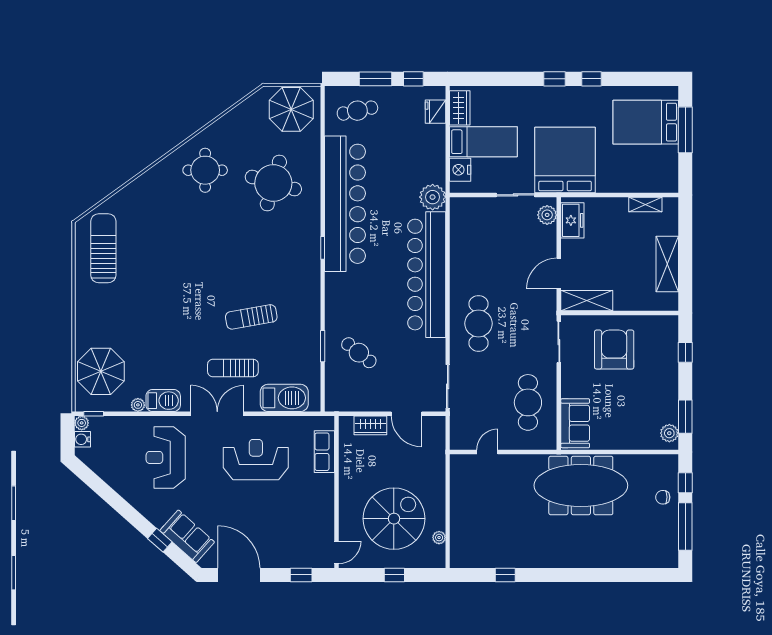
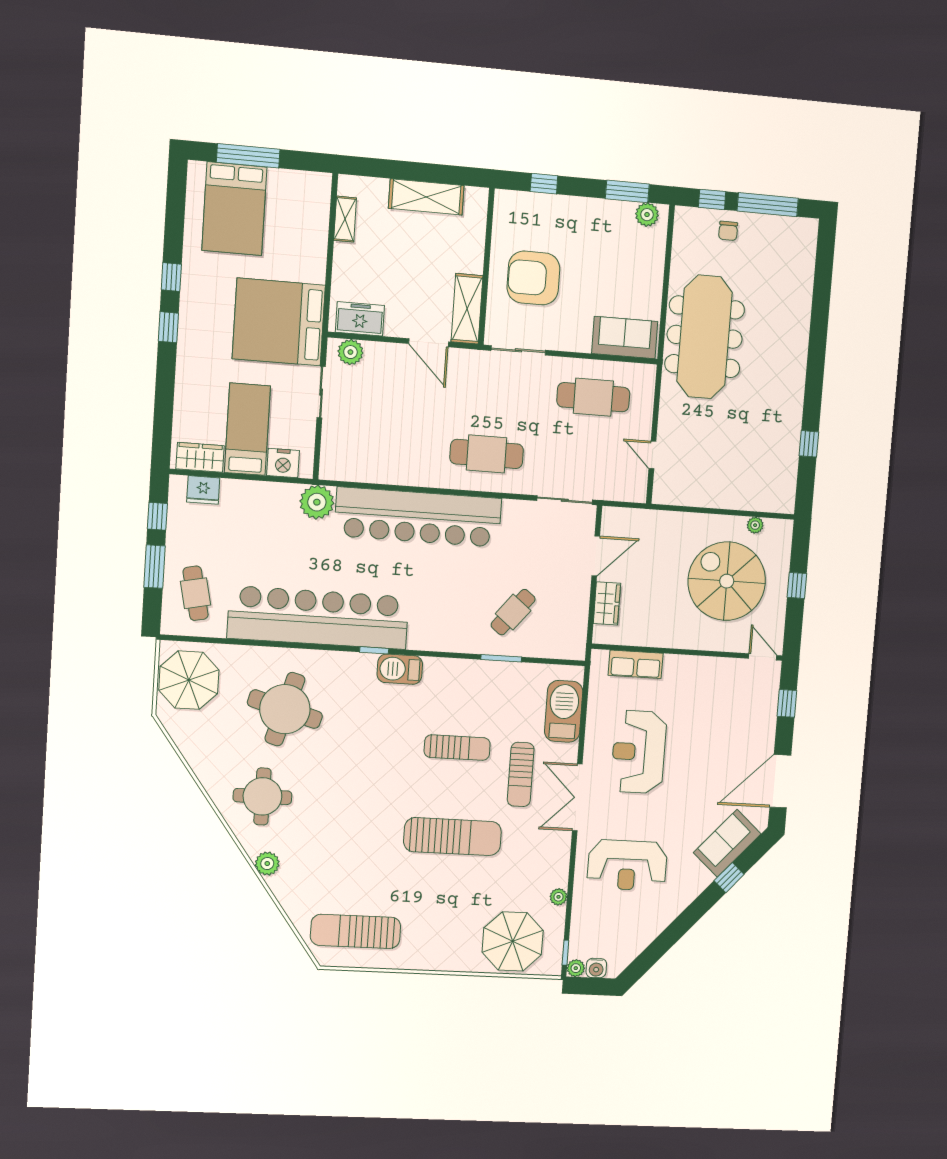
plant: (153, 177) -> (267, 864), added
sun lounger: (251, 317) -> (457, 748), turned -80
sun lounger: (181, 318) -> (453, 837), added
barbecue: (163, 401) -> (400, 669), moved, turned -90

